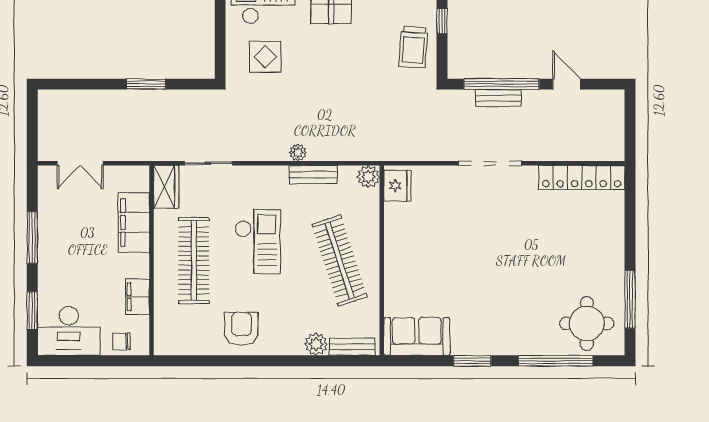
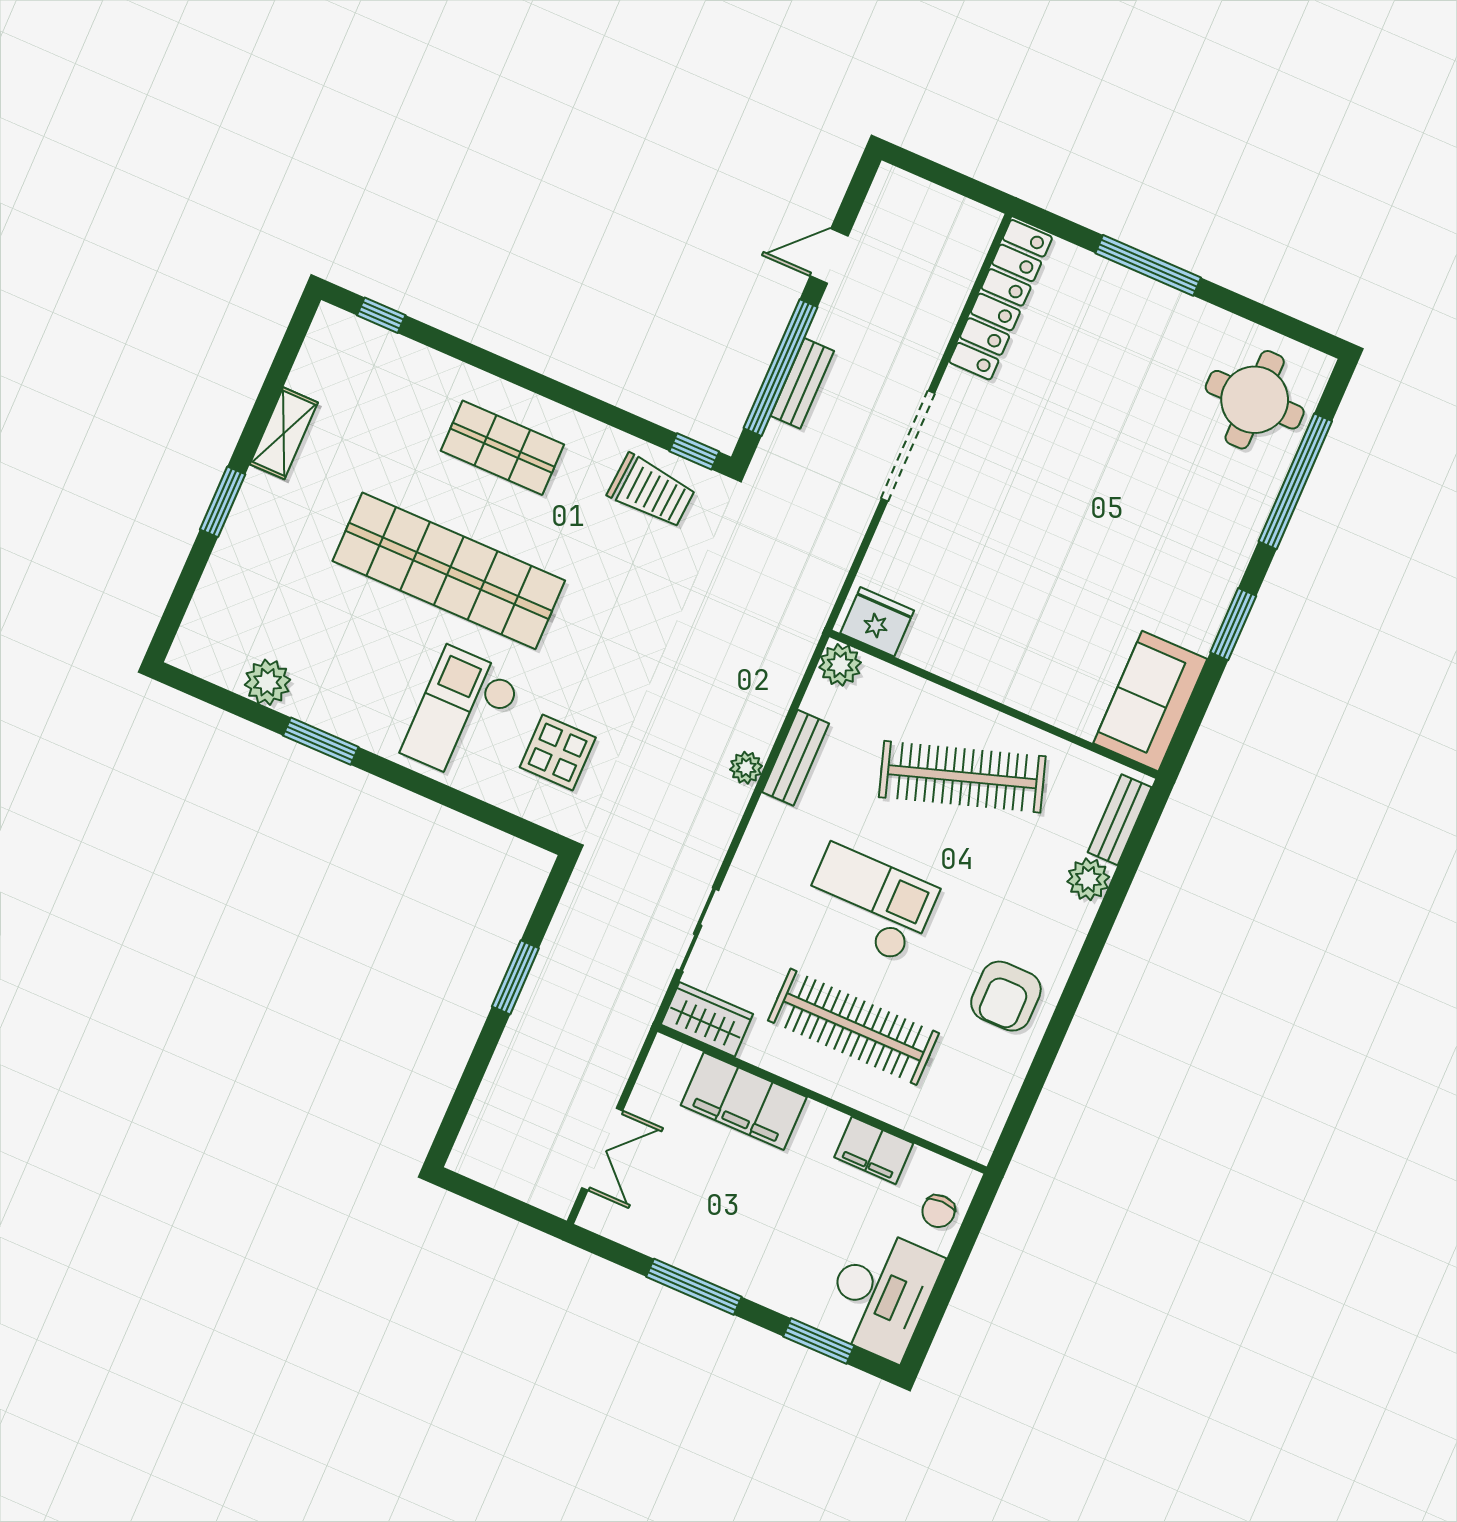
window: (442, 21) -> (694, 451), moved
window: (630, 299) -> (1148, 265), moved
armchair: (241, 329) -> (1006, 996), turned -90

